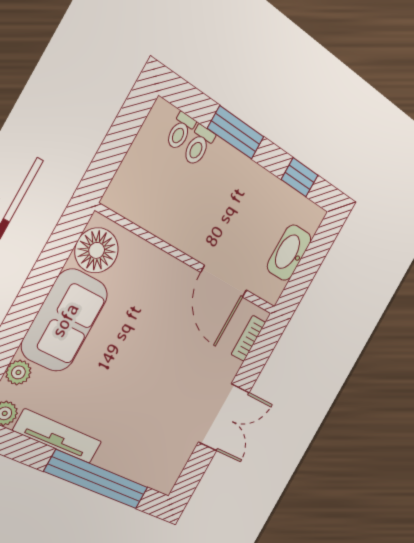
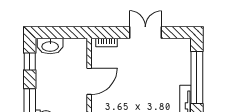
washbasin: (289, 253) -> (50, 46), moved
door: (224, 281) -> (89, 81), moved

